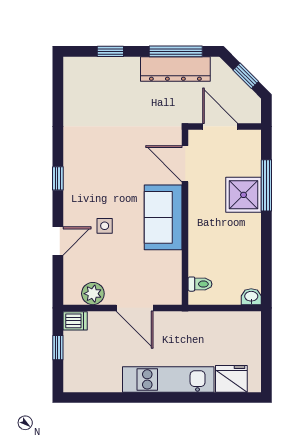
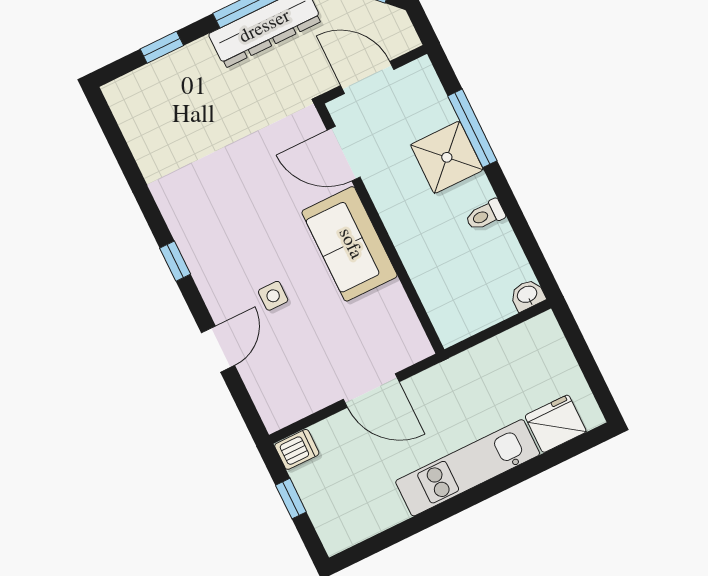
toilet: (200, 284) -> (485, 215), moved, turned 180
plant: (93, 294) -> (303, 399), removed

